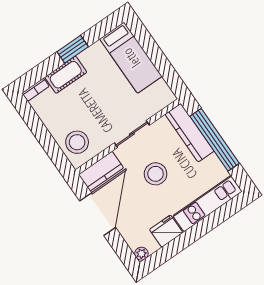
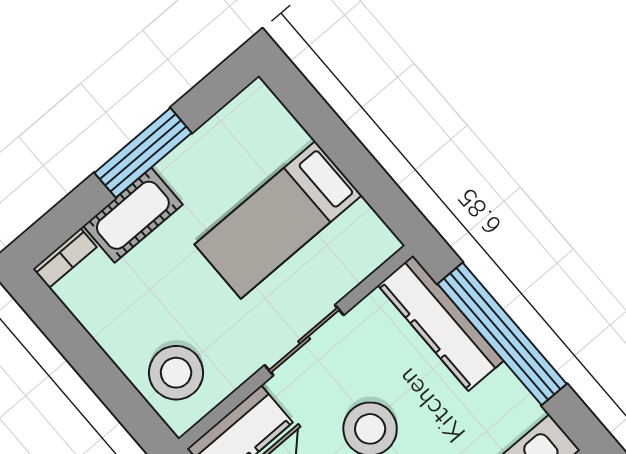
window: (73, 49) -> (143, 153), width x1.44
bed: (131, 58) -> (278, 220), moved, turned 90

